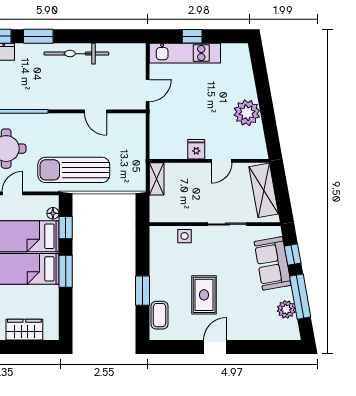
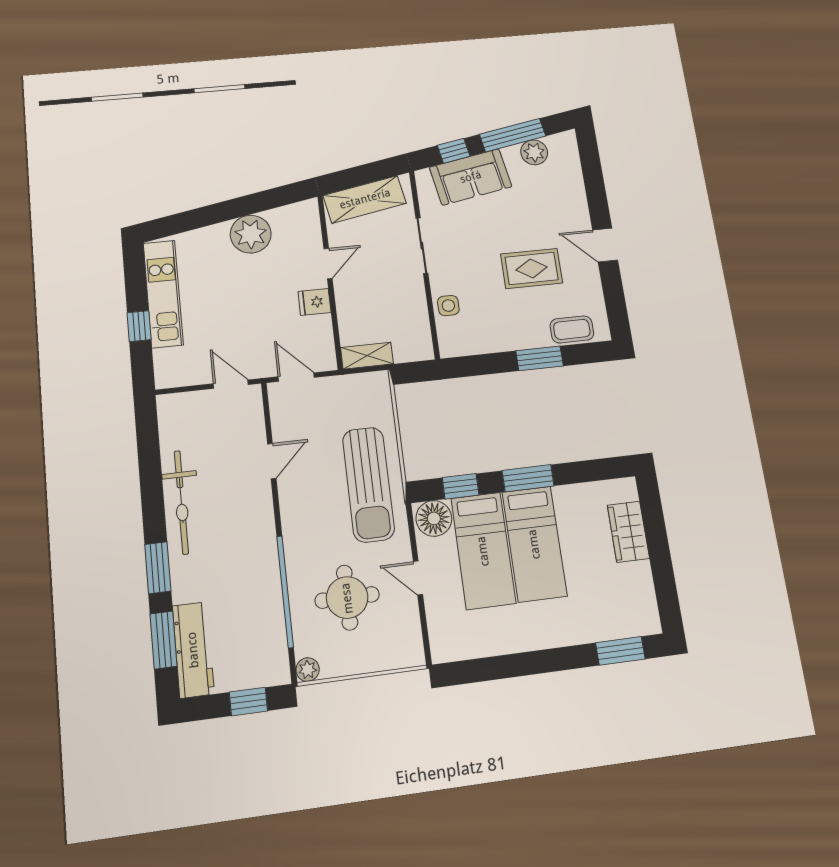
kitchen unit: (185, 53) -> (163, 294), moved
door: (148, 132) -> (296, 377), added
door: (221, 161) -> (328, 264), hinge flipped
floor lamp: (53, 213) -> (434, 518), width x1.89, depth x1.89

